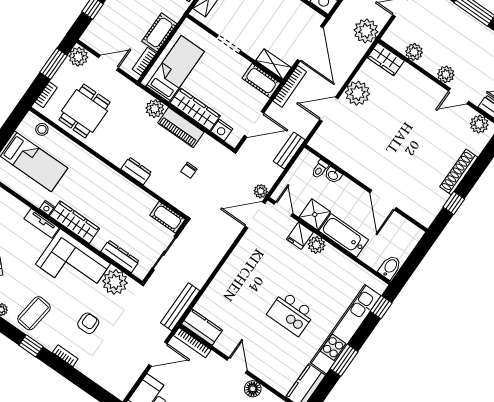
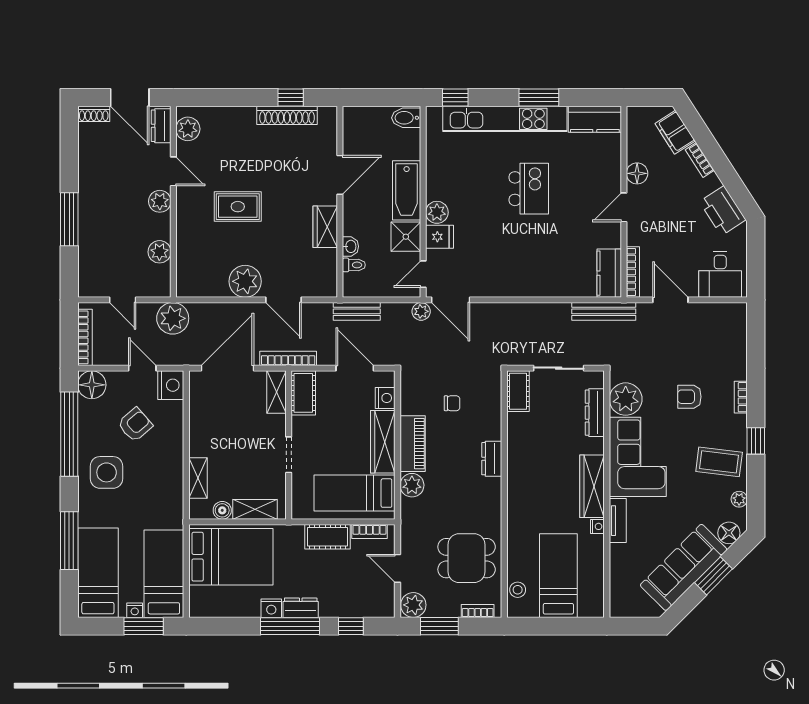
wardrobe: (386, 59) -> (325, 227), moved, turned 180
rug: (408, 121) -> (238, 207), added
shoe rack: (459, 172) -> (287, 115), moved

